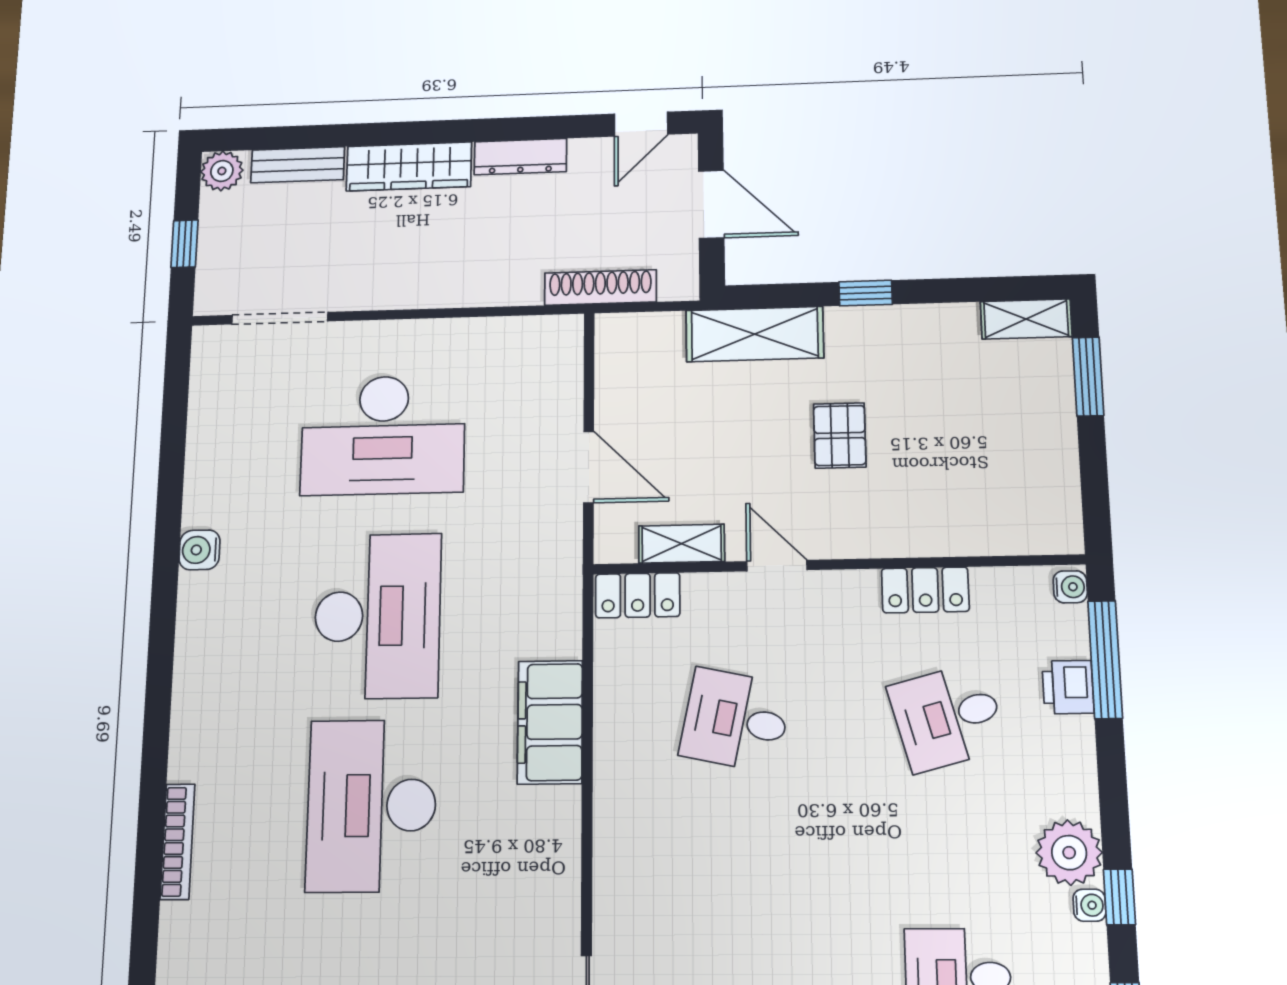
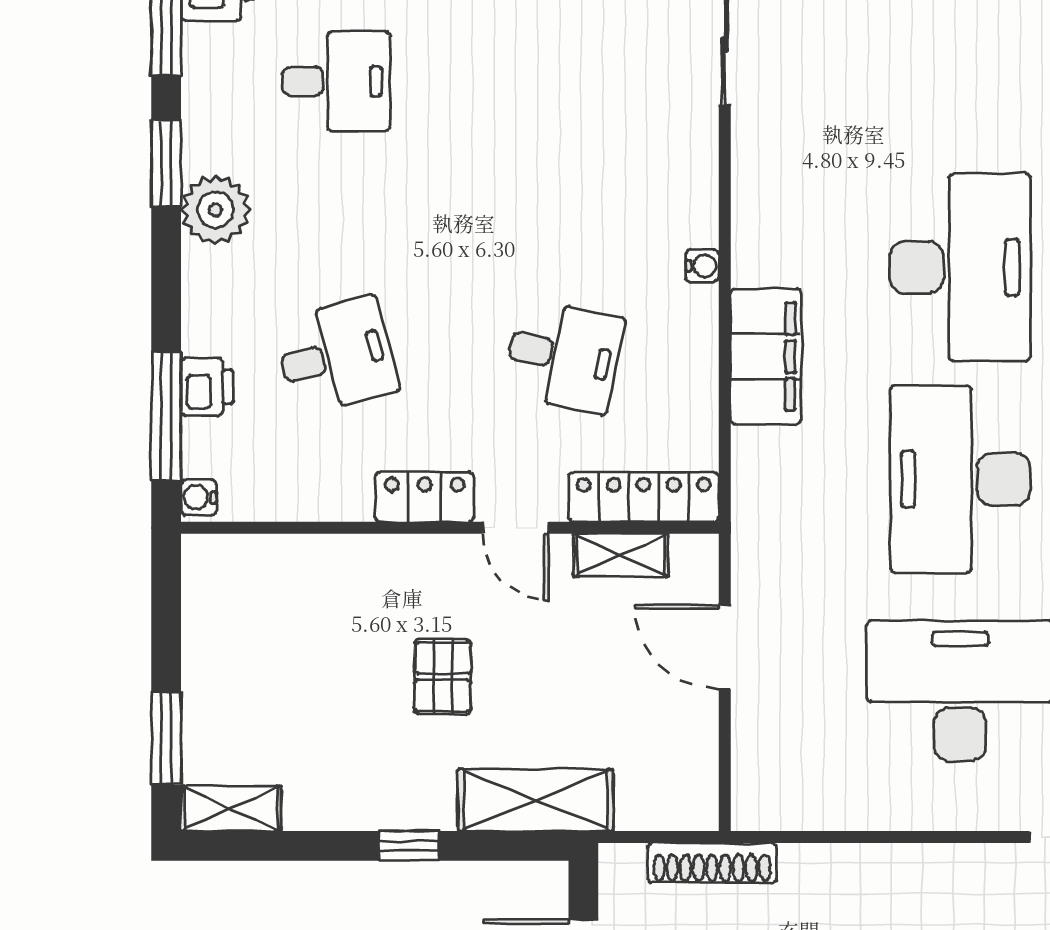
locker: (925, 590) -> (425, 497), moved
locker: (638, 595) -> (644, 497), width x1.53
window: (1119, 897) -> (166, 163), width x1.50
water cooler: (1089, 905) -> (702, 266), moved, turned 180

